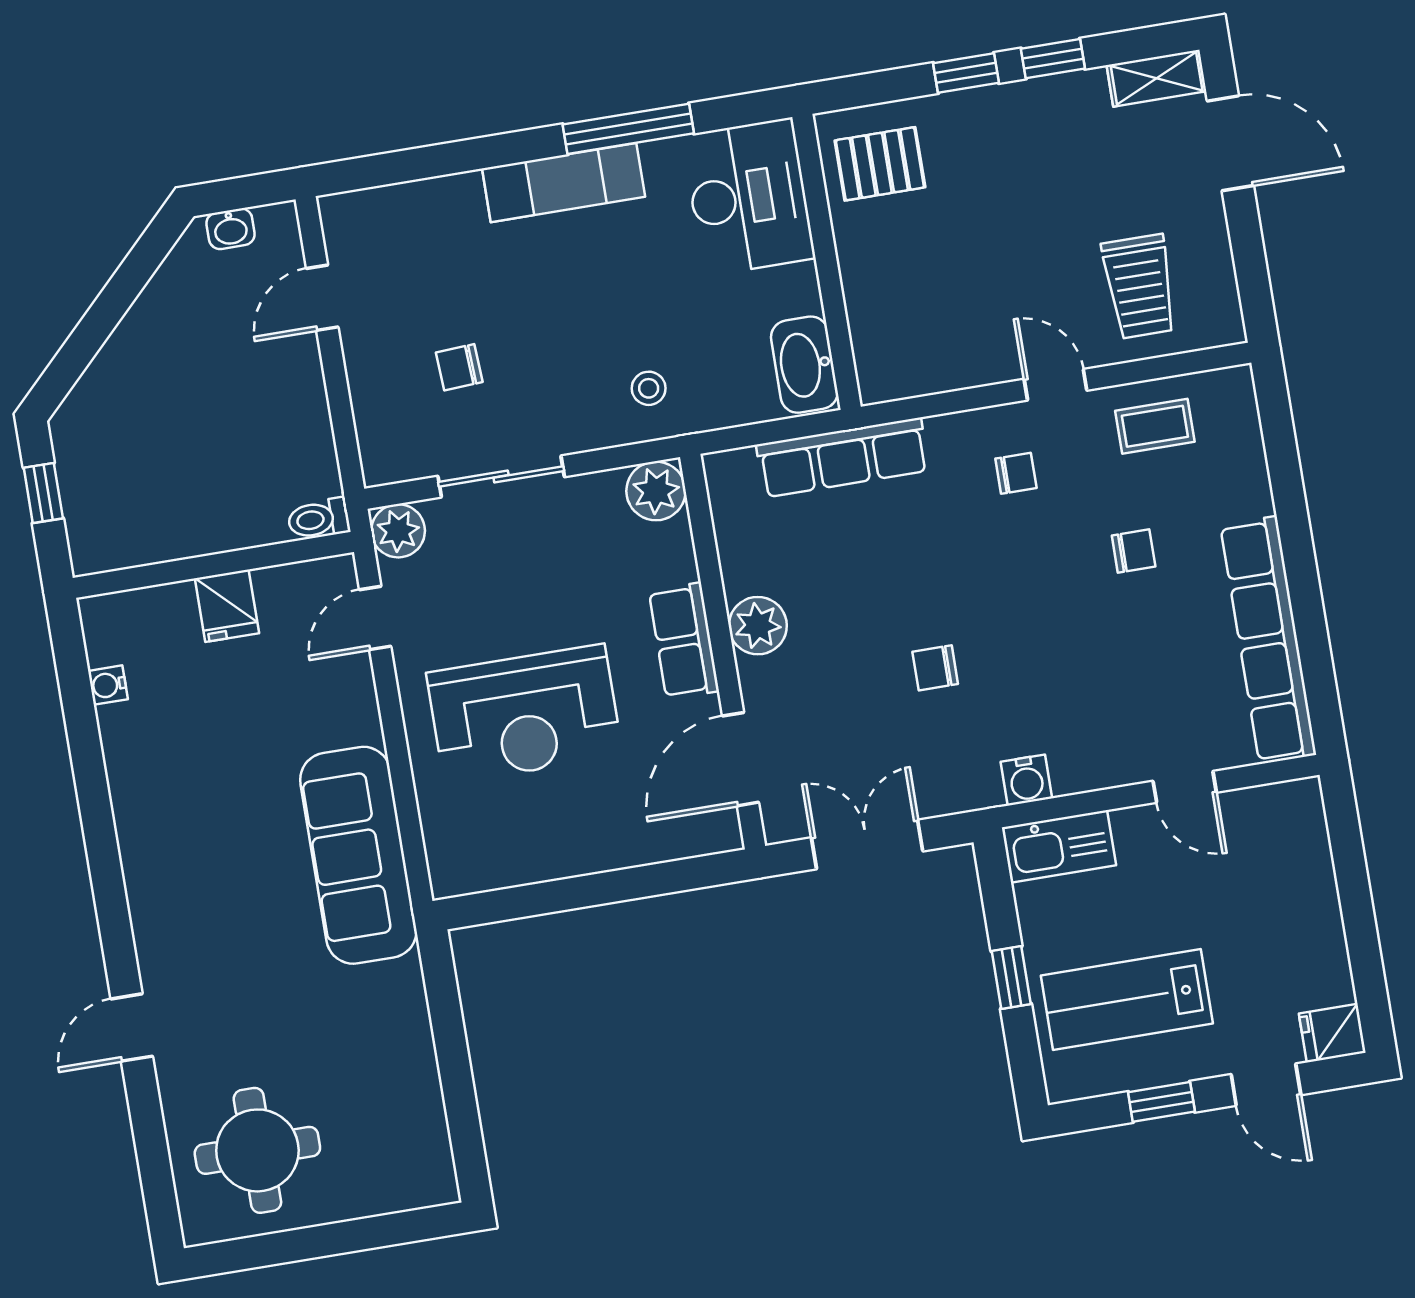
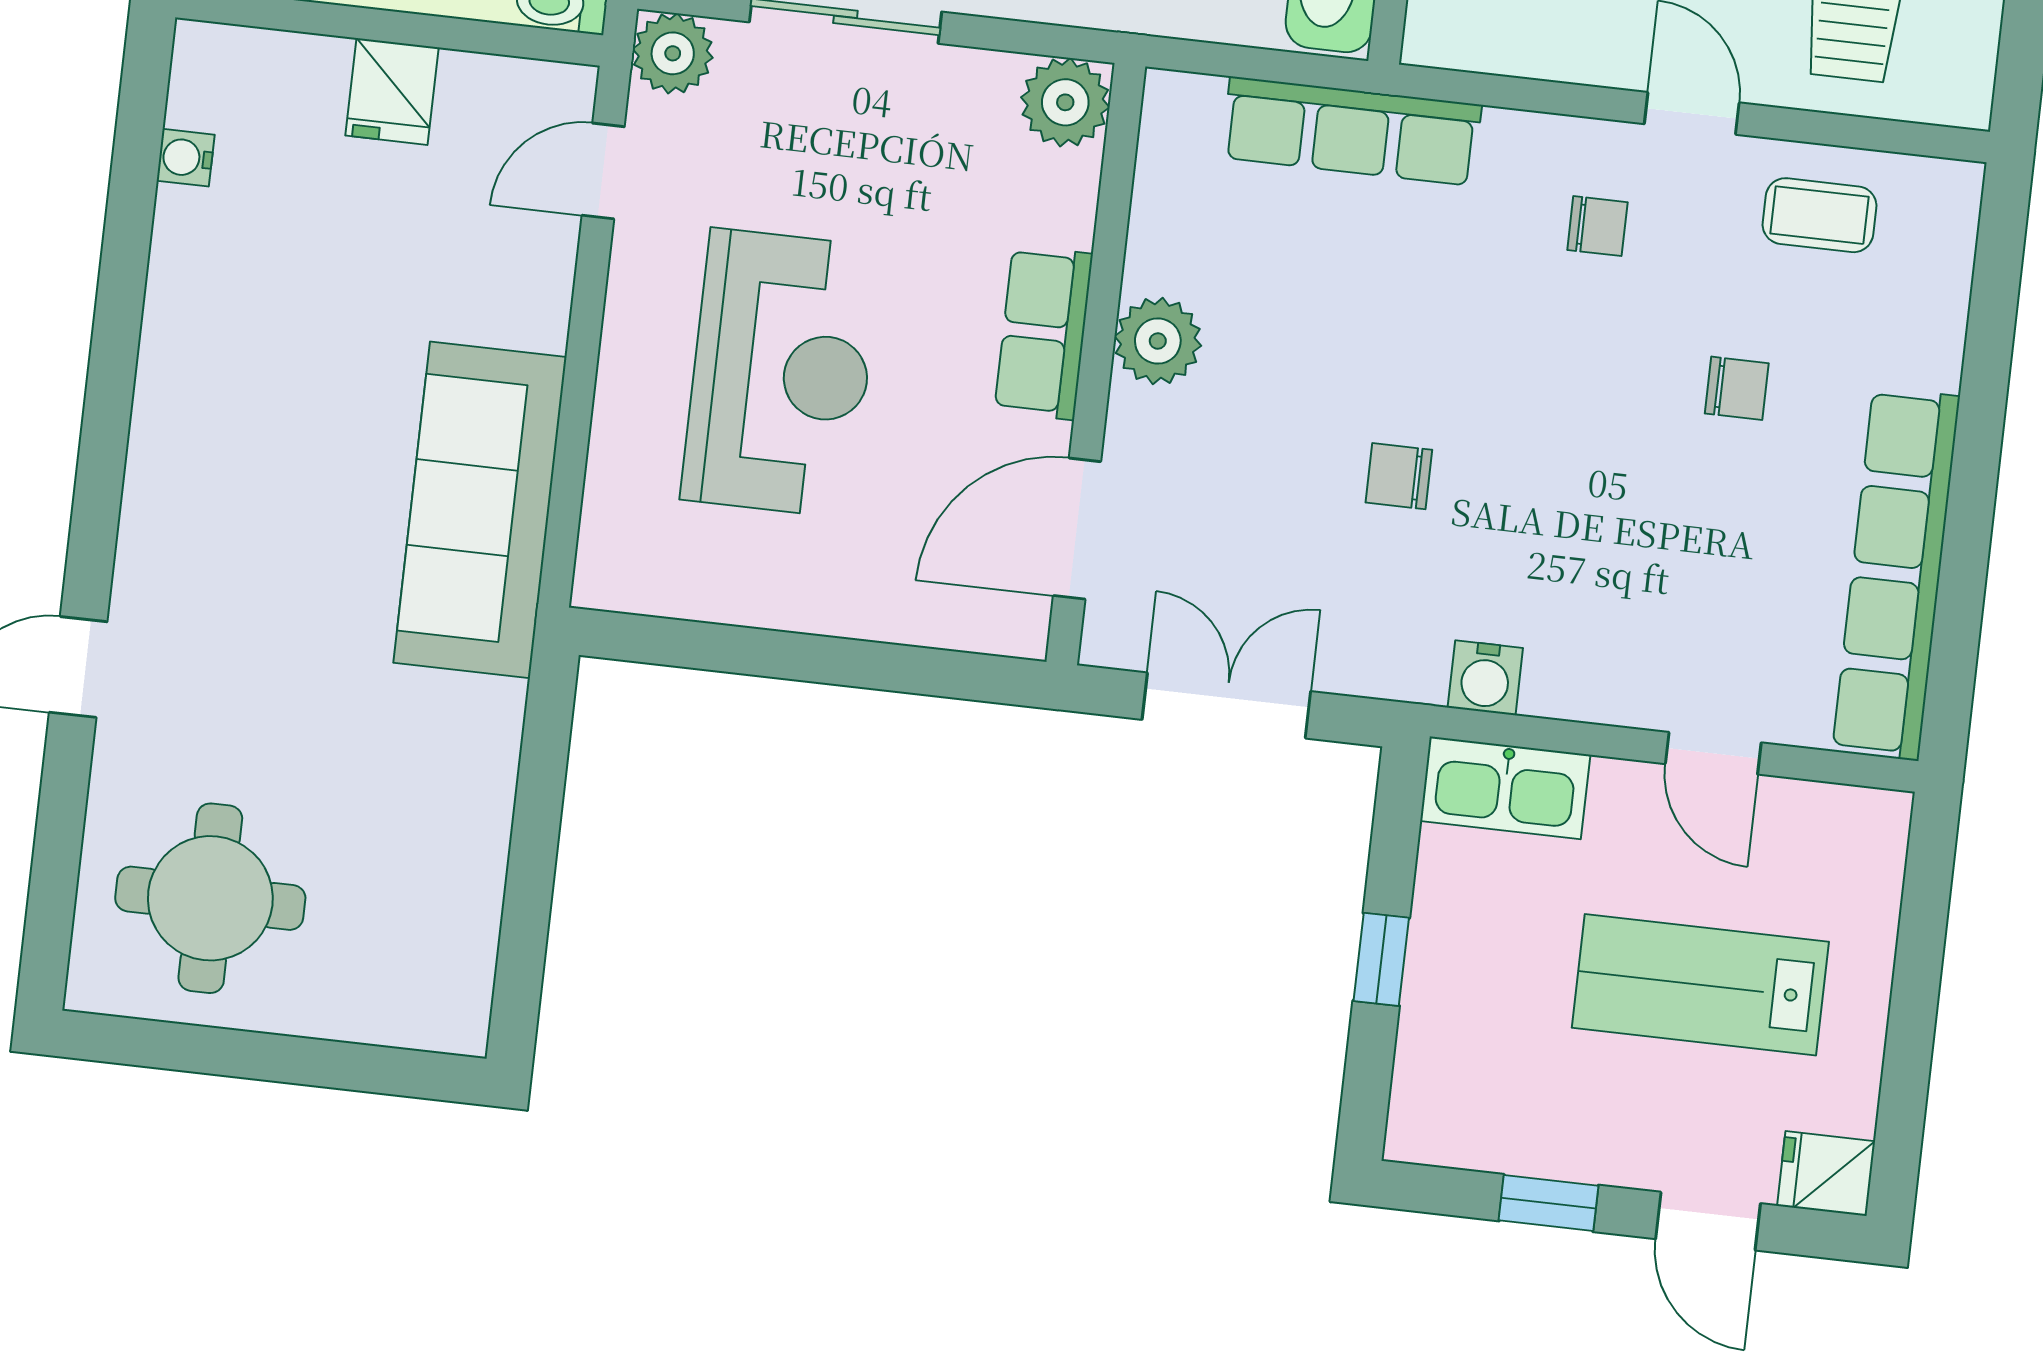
reception desk: (524, 714) -> (781, 373), turned -90
lab bench: (1127, 1000) -> (1700, 985), moved

